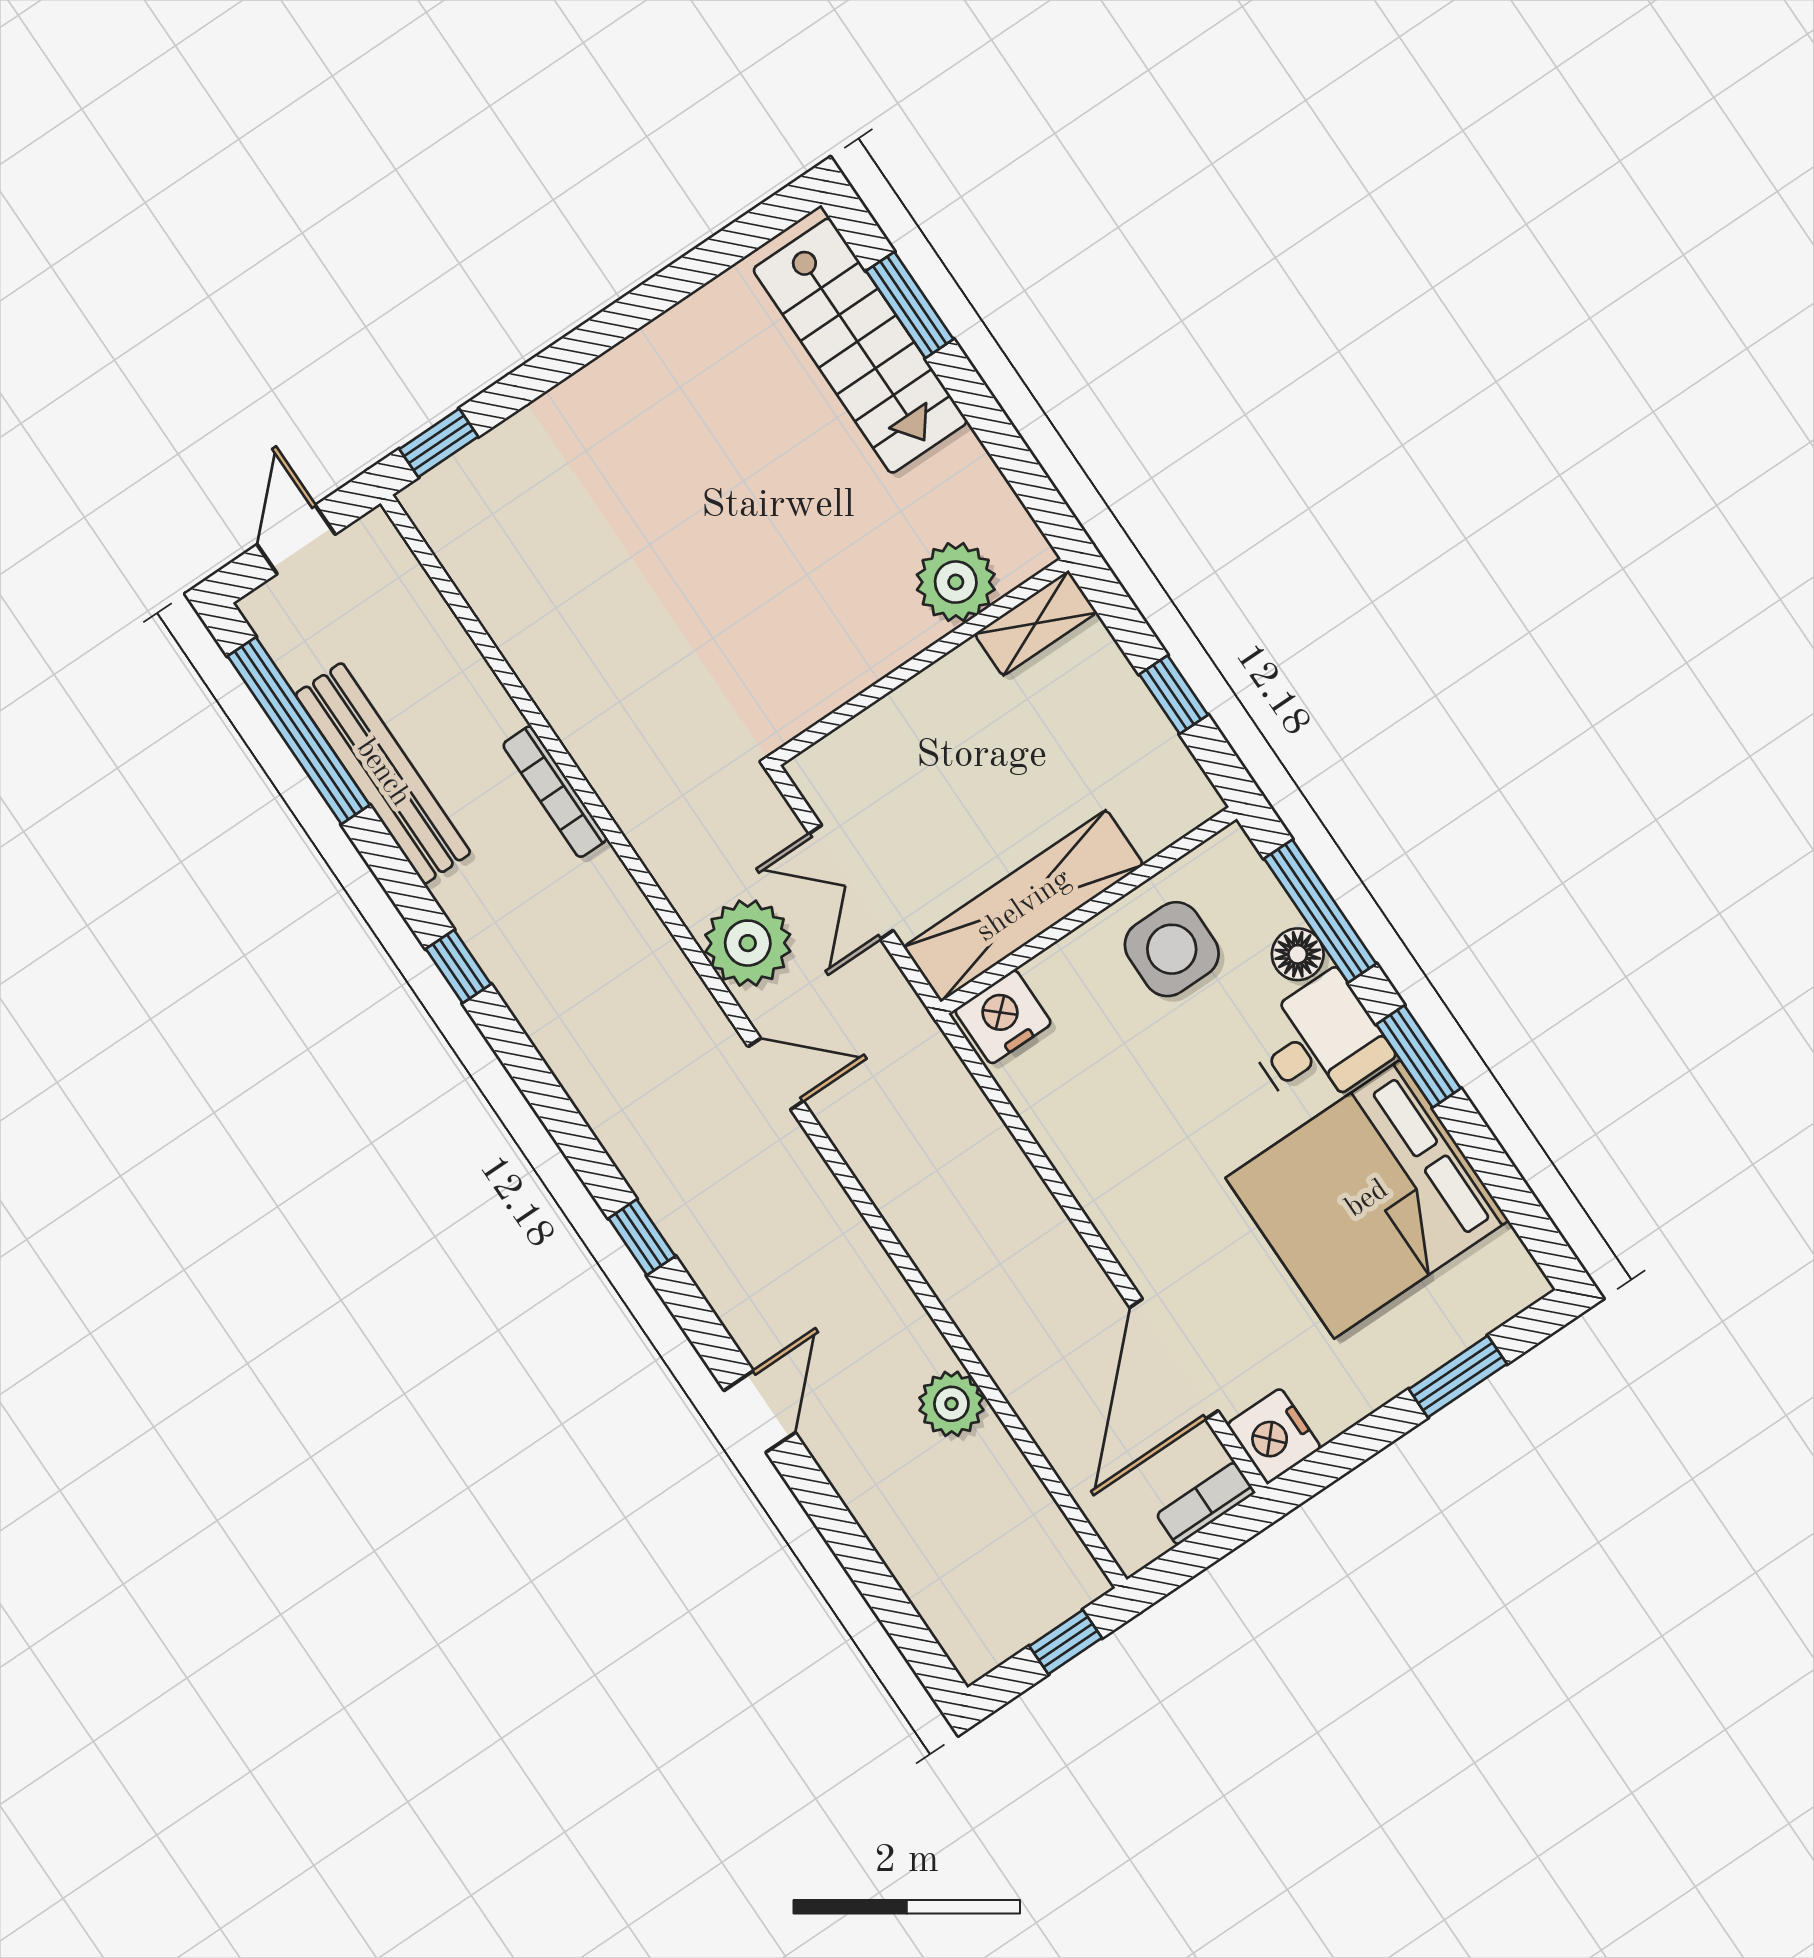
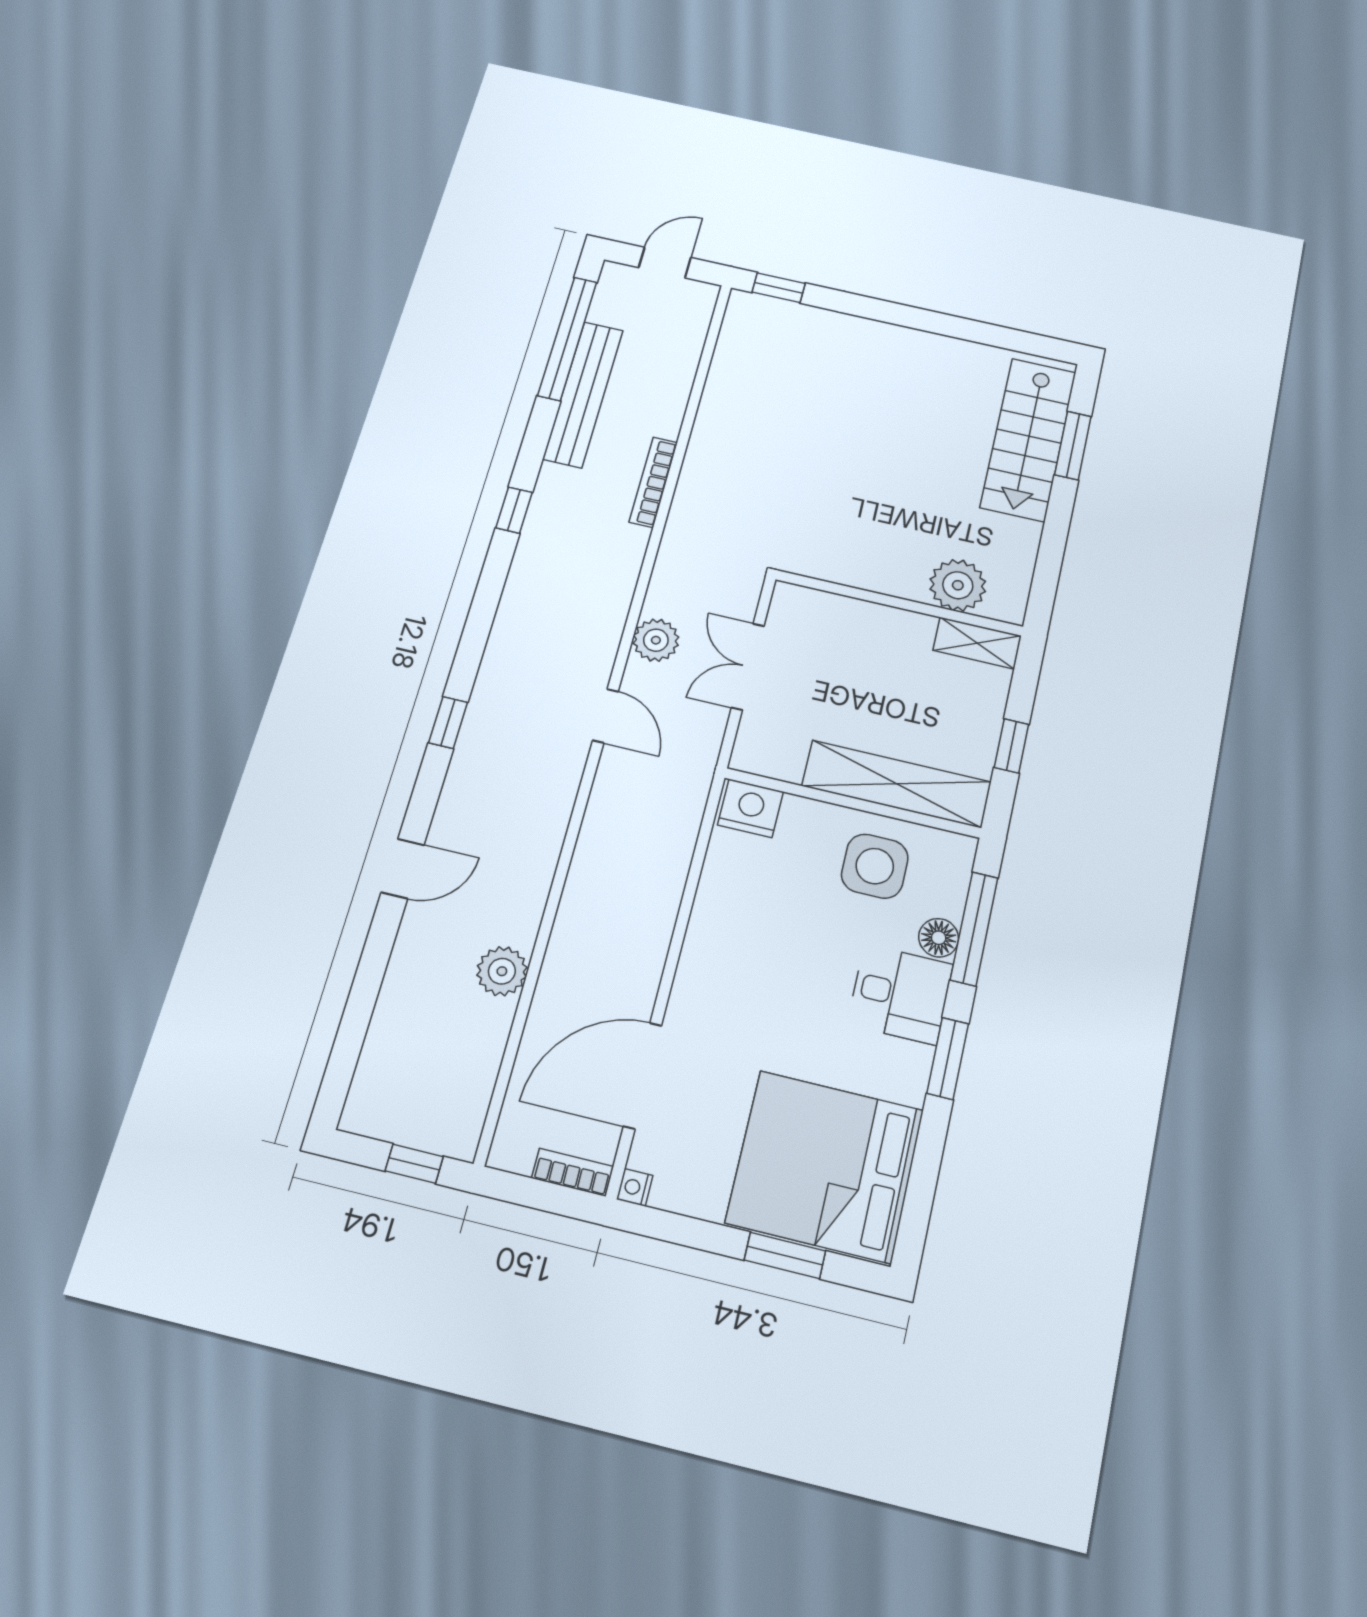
shelving: (1024, 906) -> (897, 784), moved
plant: (748, 943) -> (656, 640), width x0.73, depth x0.73
bed: (1367, 1199) -> (825, 1166), moved
nightstand: (1274, 1436) -> (635, 1187), width x0.53, depth x0.56

